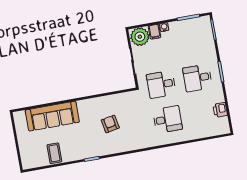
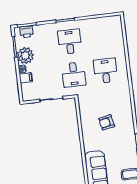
plant: (140, 37) -> (25, 56), moved
desk: (197, 78) -> (70, 42), turned 180
printer: (220, 110) -> (26, 32), moved

